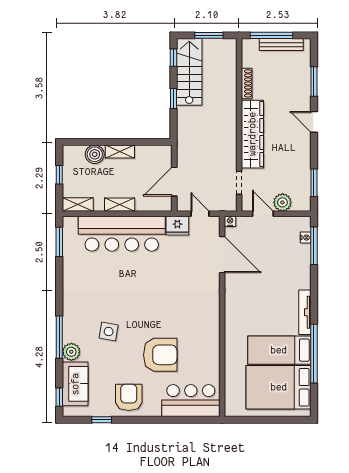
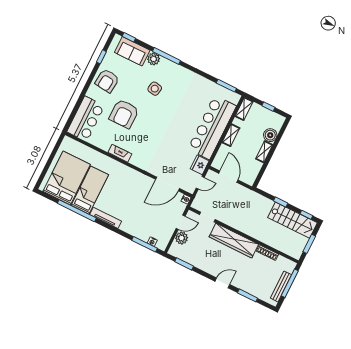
fireplace: (213, 335) -> (120, 153), added
armchair: (129, 397) -> (107, 81), turned 96

